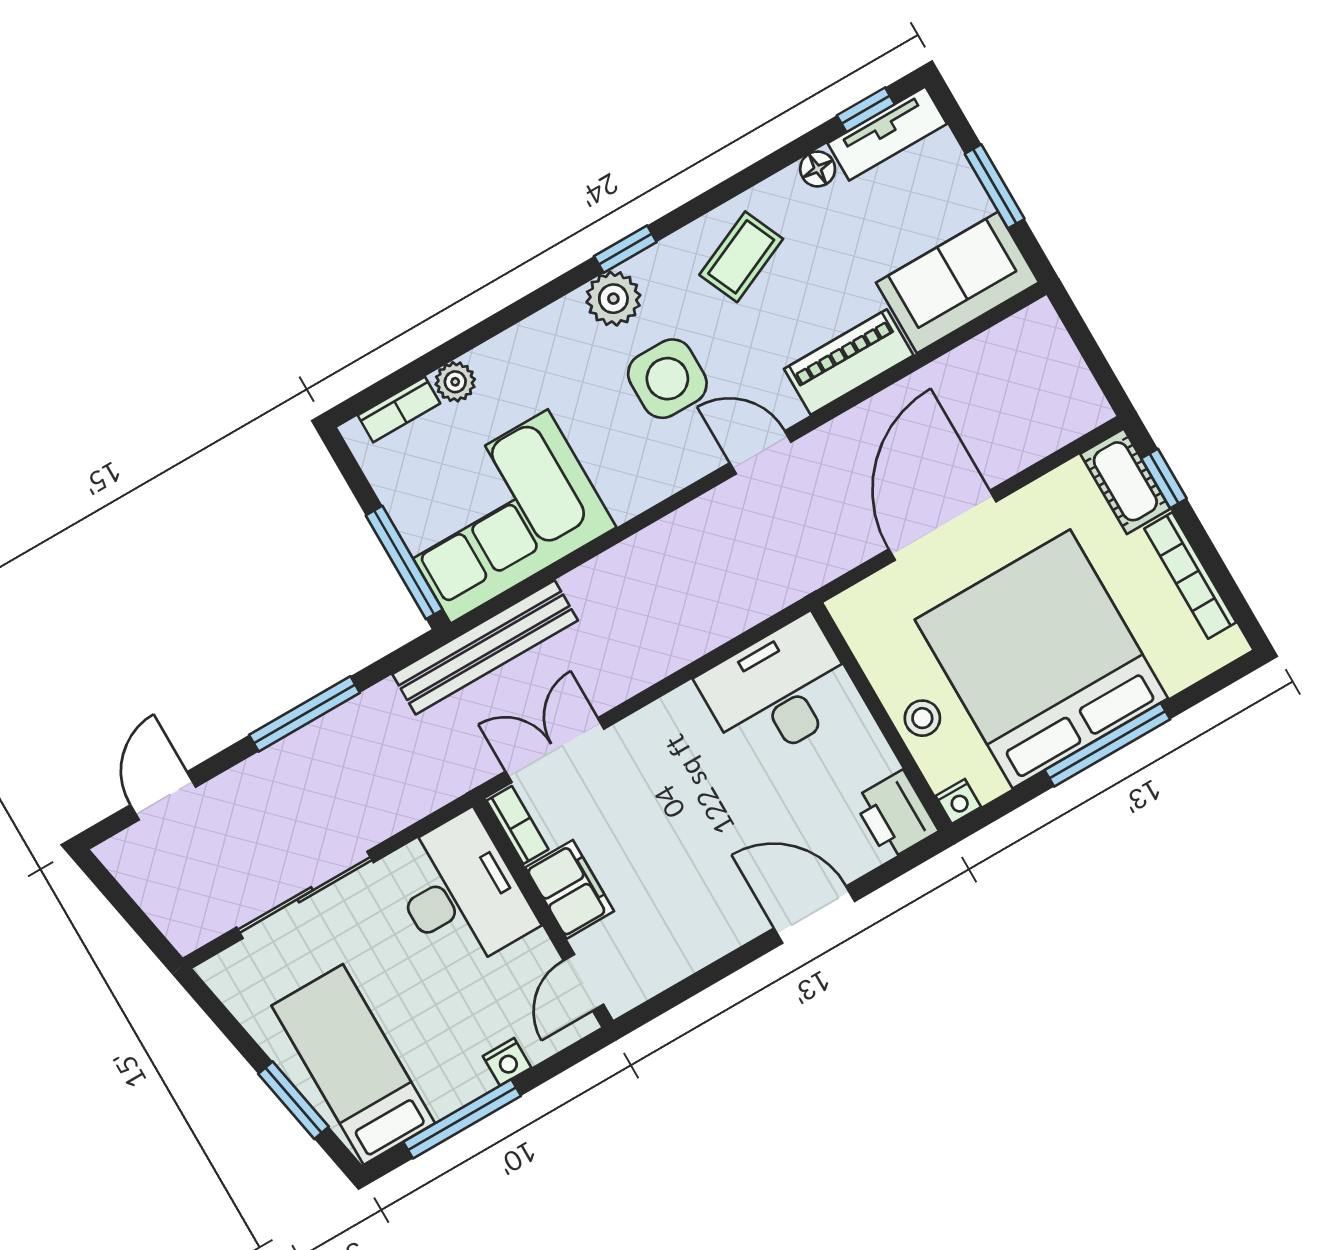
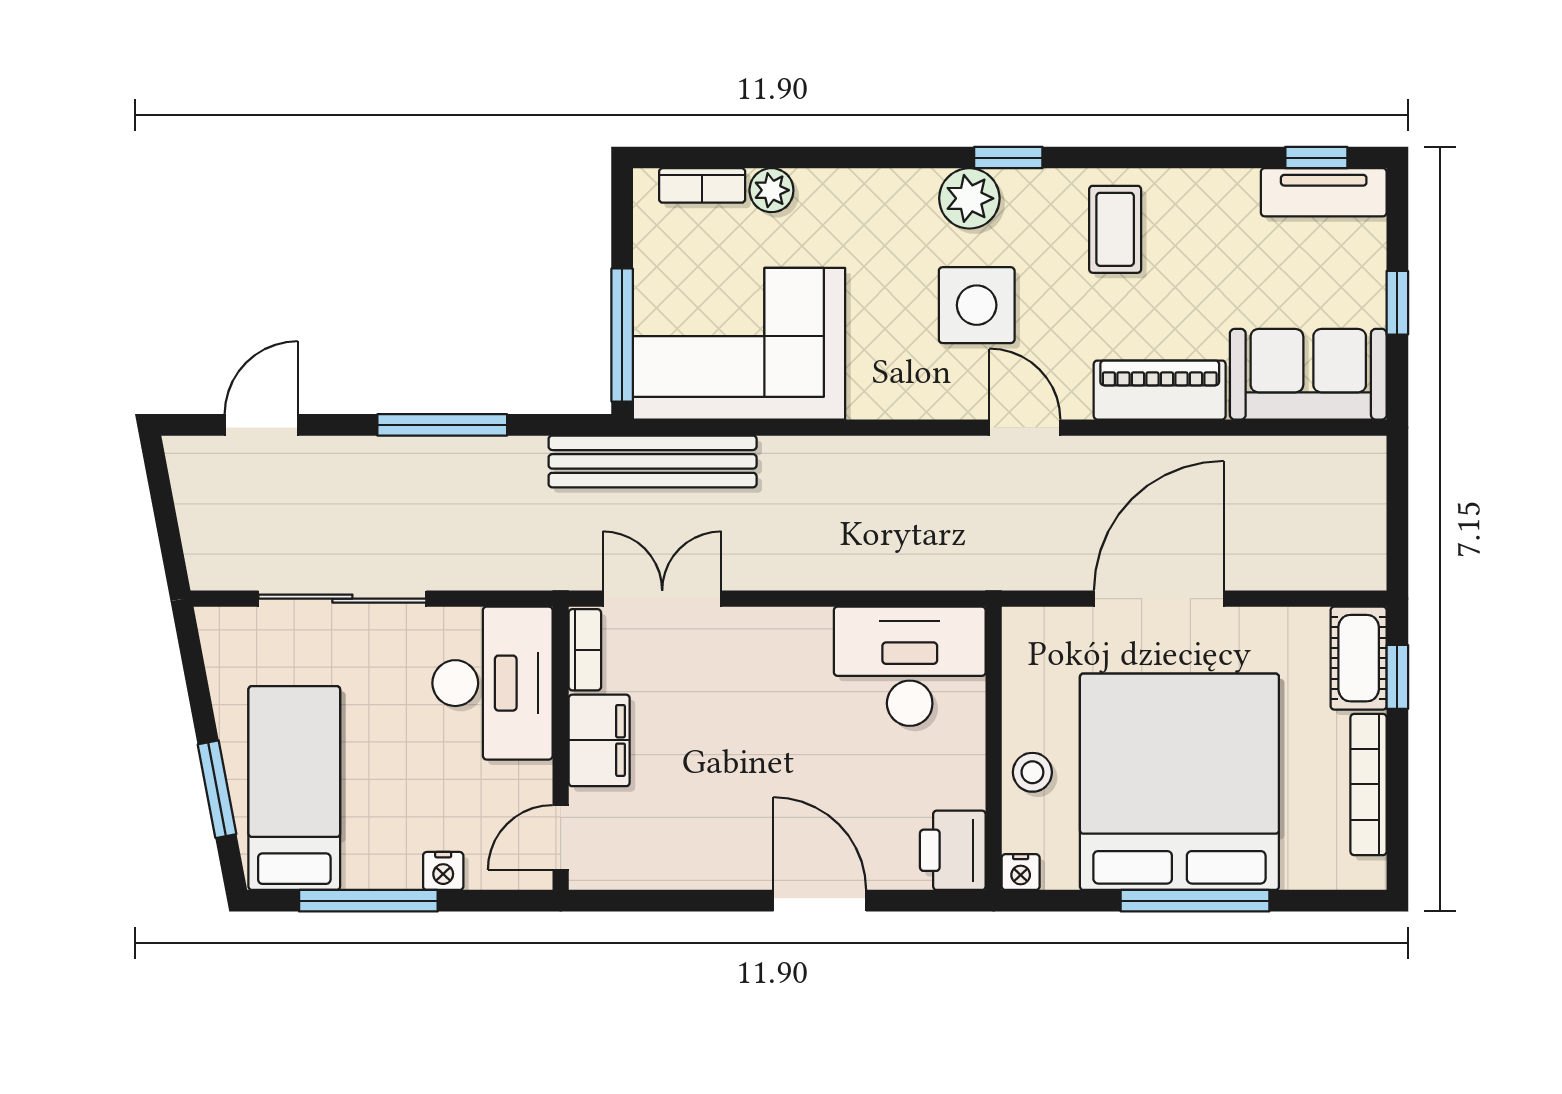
floor lamp: (818, 169) -> (1237, 188), removed
window: (995, 186) -> (1397, 303), width x0.67
coffee table: (741, 257) -> (1115, 229), turned -66

